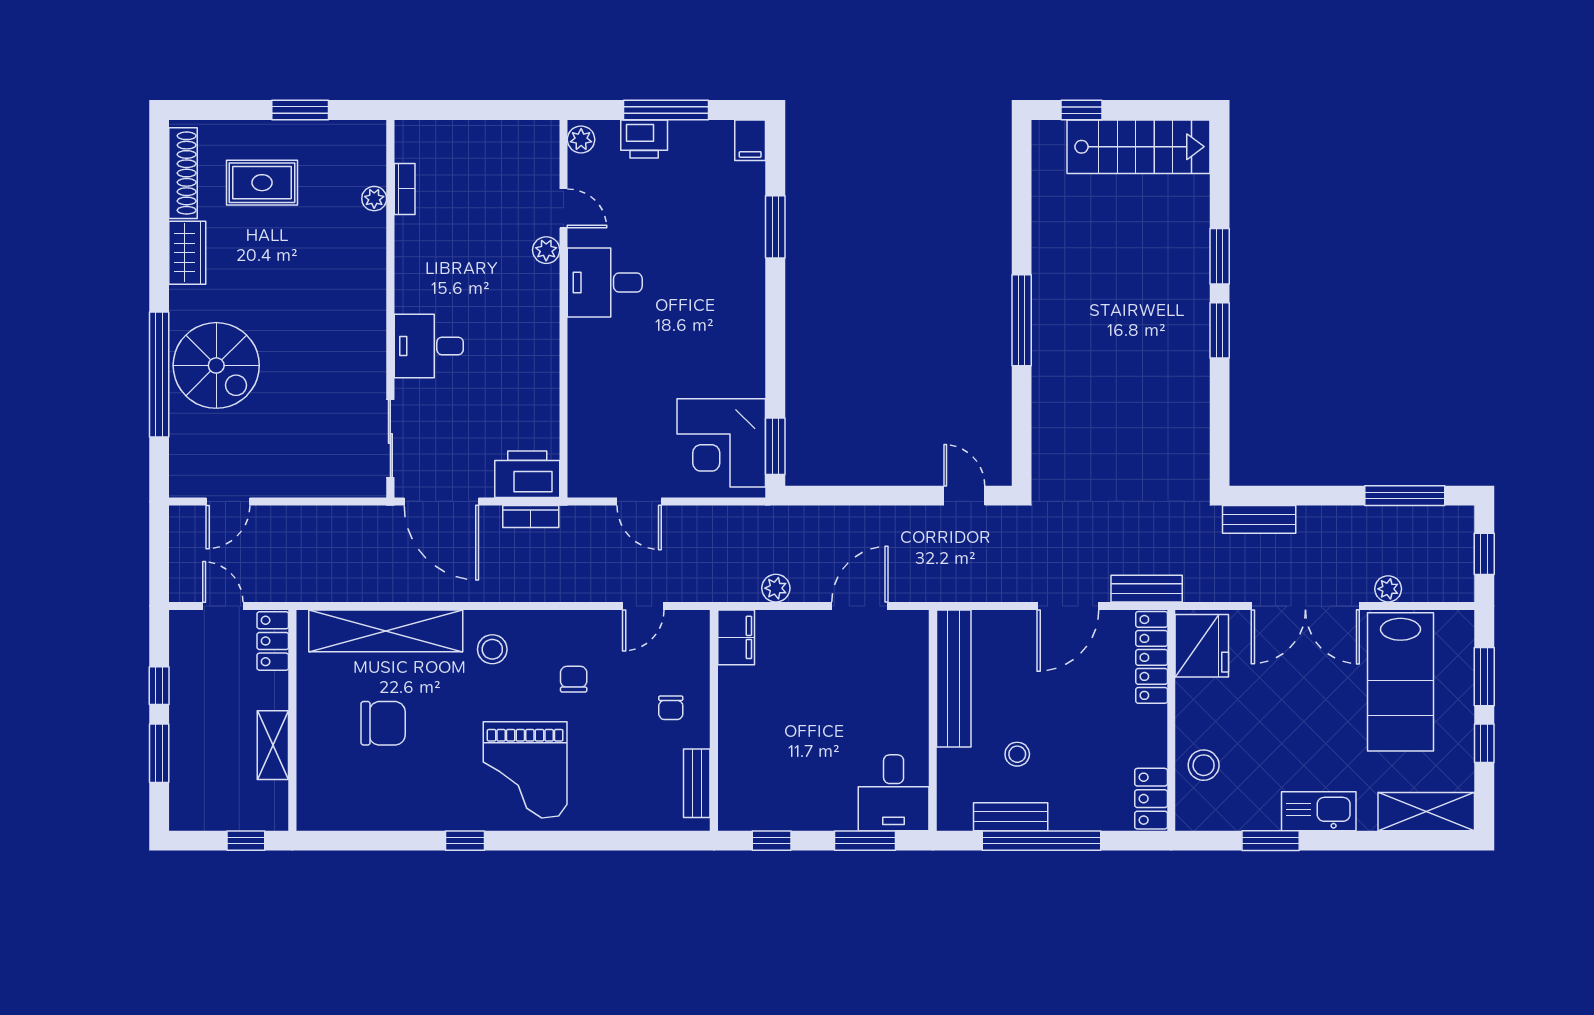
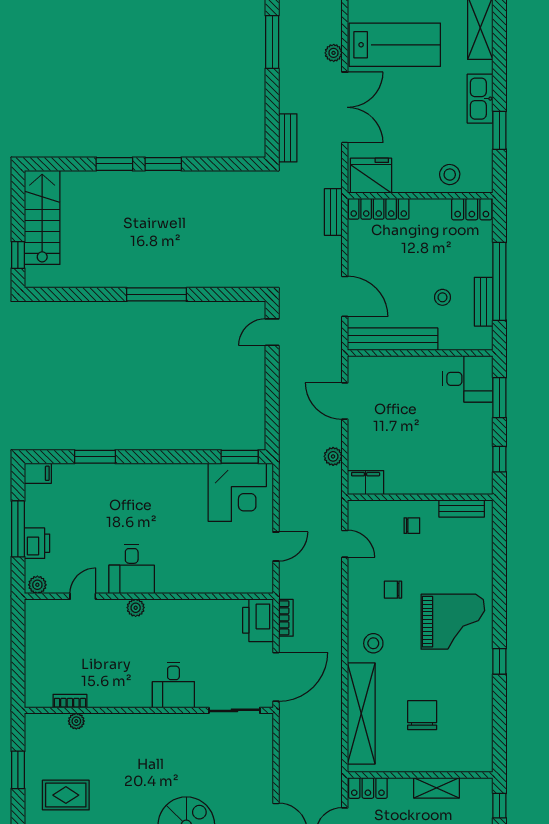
rug: (262, 183) -> (66, 795), turned 90
plant: (546, 250) -> (136, 608), moved
door: (1068, 606) -> (345, 296), moved

